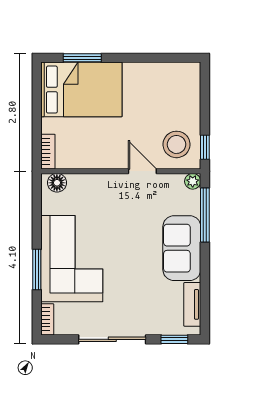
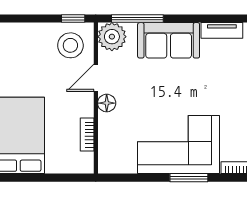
bookcase: (48, 152) -> (87, 135), moved, turned -90
plant: (193, 181) -> (112, 37), width x1.88, depth x1.88
floor lamp: (57, 183) -> (107, 103), moved

